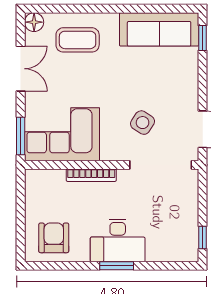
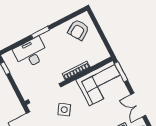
armchair: (54, 238) -> (79, 30), turned 58
desk: (118, 240) -> (31, 53), moved

